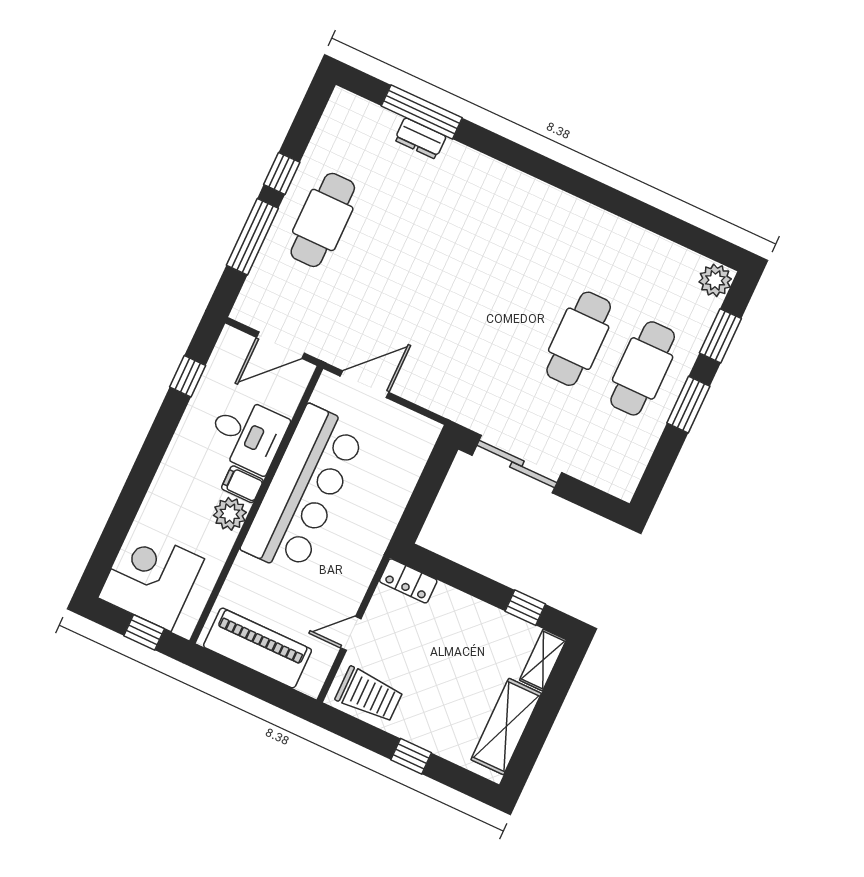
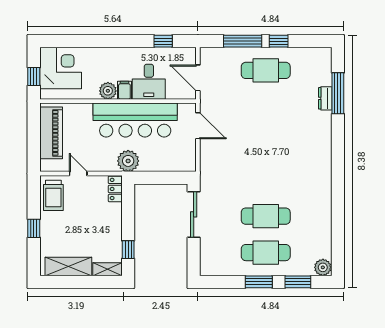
plant: (370, 535) -> (128, 161), added

